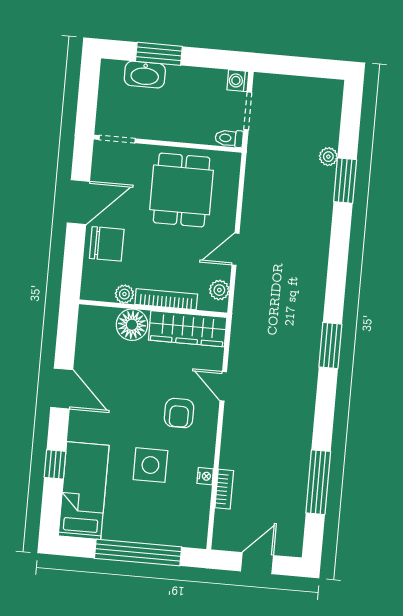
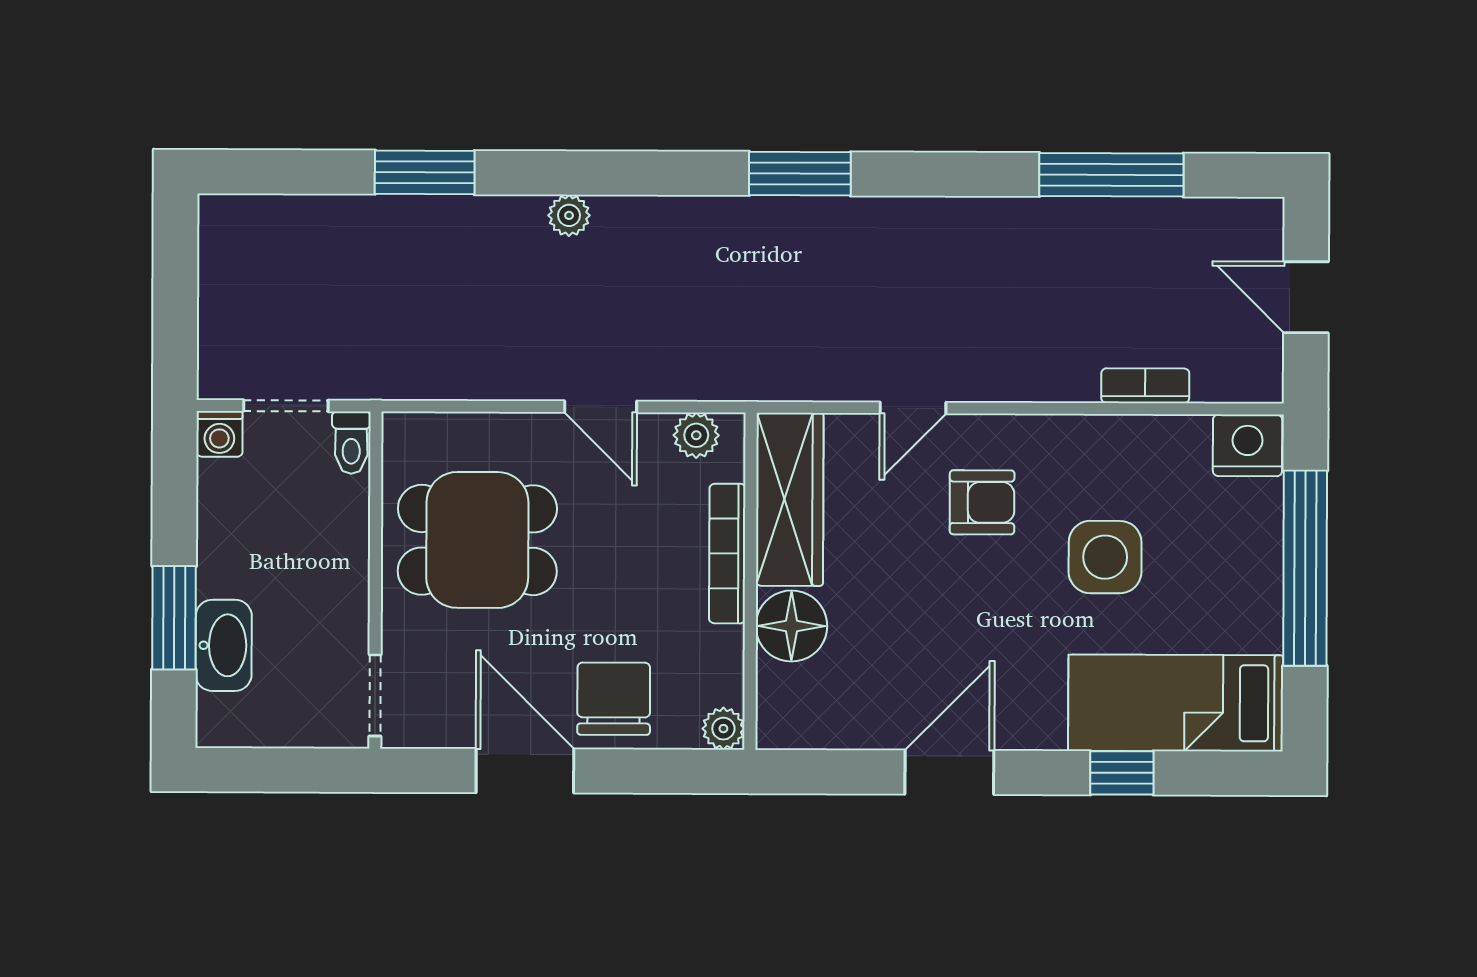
plant: (328, 157) -> (569, 215), moved
plant: (124, 294) -> (723, 729), moved
nightstand: (205, 476) -> (1248, 445), moved, width x1.89, depth x1.79

